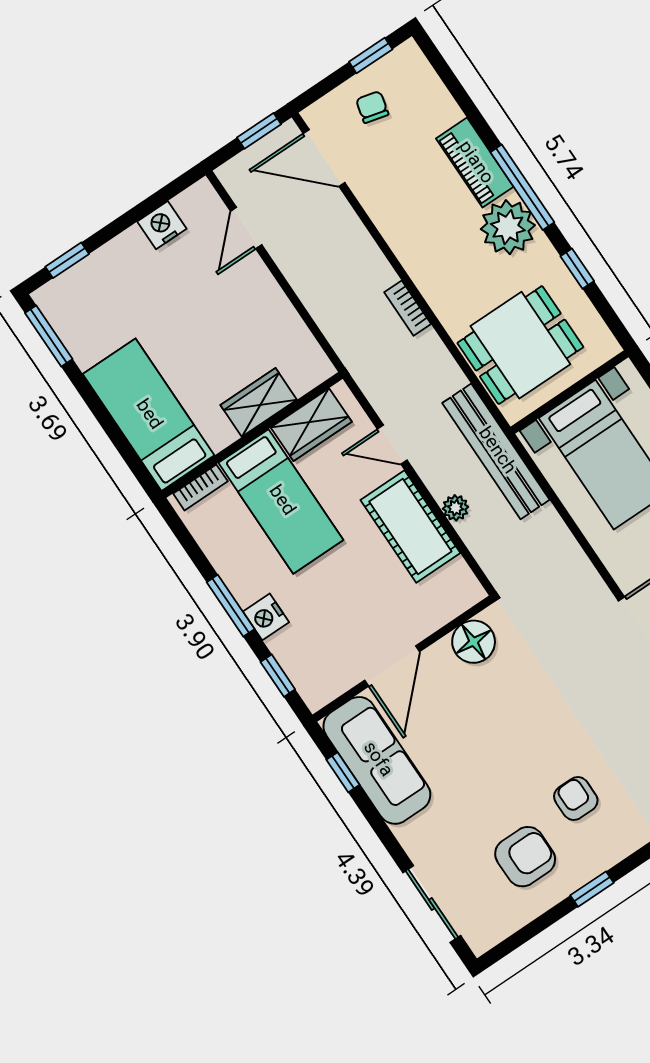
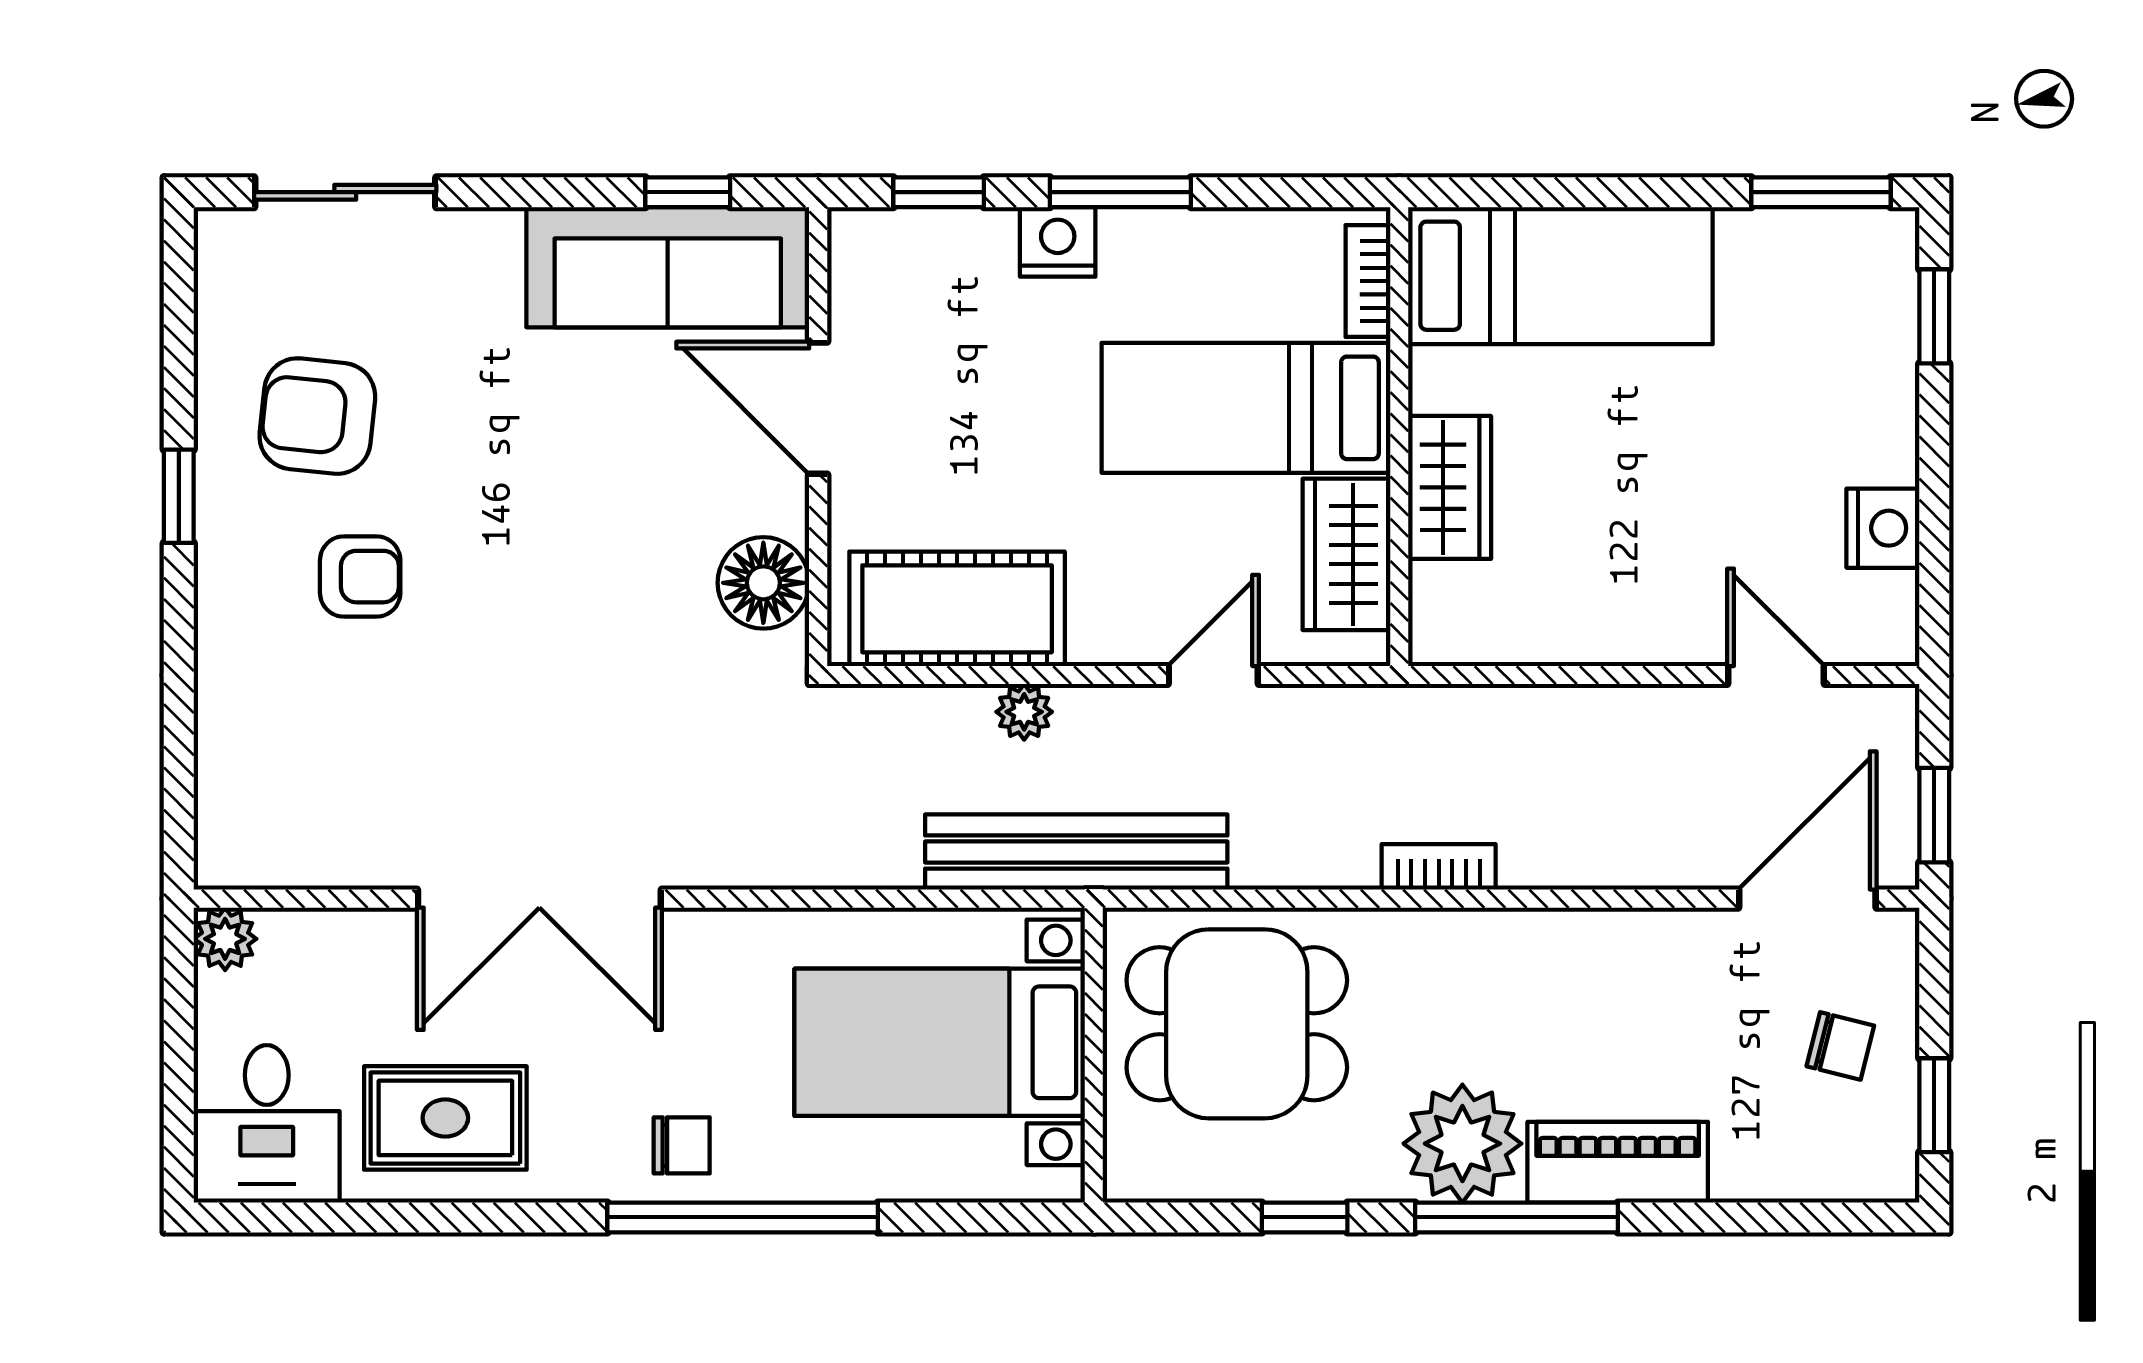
dining table: (520, 345) -> (1237, 1024), turned 90
cot: (410, 526) -> (957, 609), moved
armchair: (525, 857) -> (317, 416), turned 96

